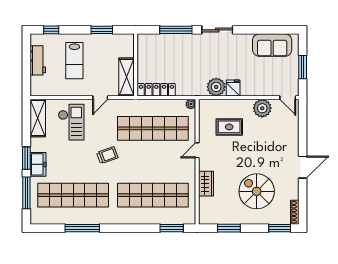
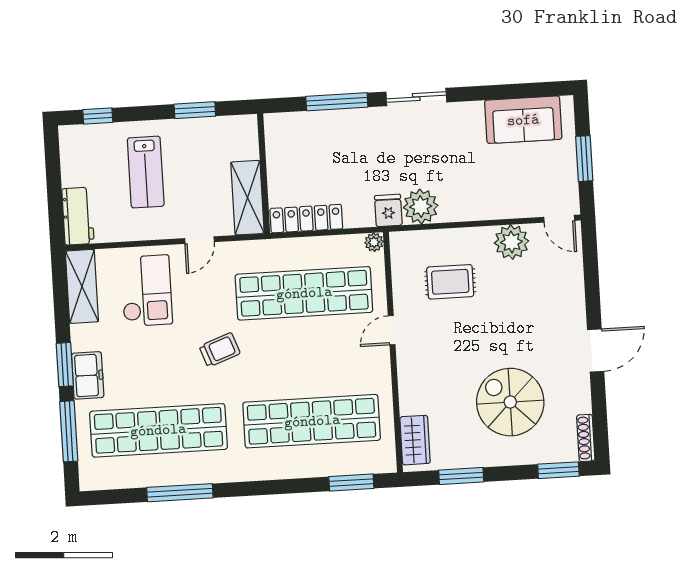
workbench: (38, 60) -> (78, 216), moved
fridge: (233, 88) -> (388, 210), moved
wardrobe: (206, 184) -> (415, 440), moved

